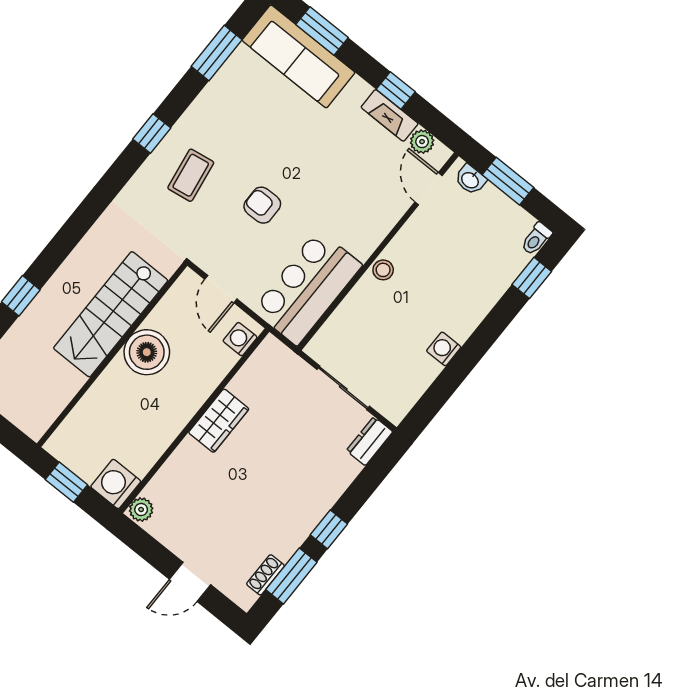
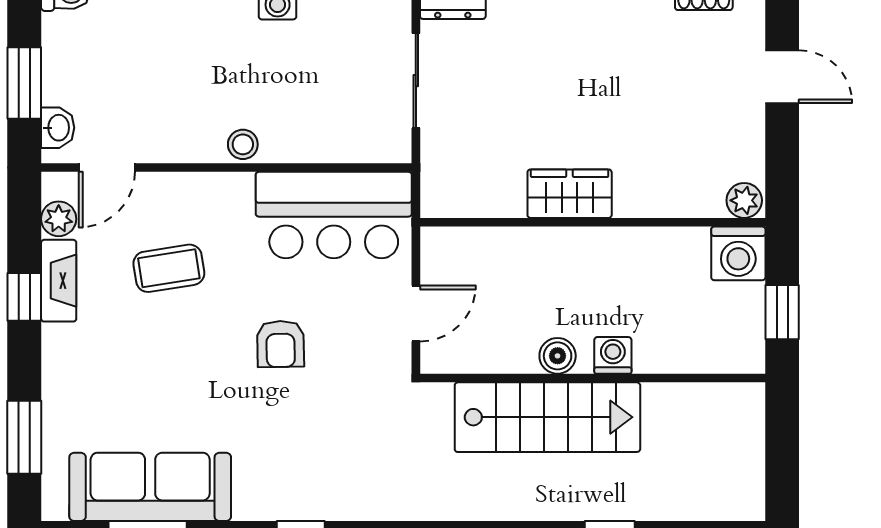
sofa: (298, 56) -> (150, 487), moved, turned -90
coffee table: (191, 175) -> (169, 268), moved
washing machine: (240, 339) -> (613, 355), moved, turned 180
boiler: (147, 352) -> (558, 356), width x0.54, depth x0.54

